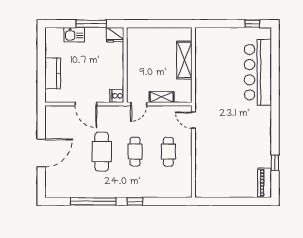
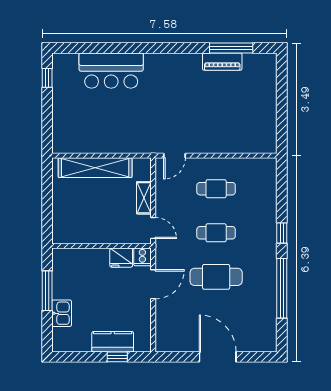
fridge: (115, 35) -> (121, 258), moved, turned 90
shelving: (184, 60) -> (95, 168), width x1.47
bar counter: (258, 72) -> (111, 71), width x0.73
window: (41, 77) -> (117, 357), added
door: (86, 104) -> (153, 284), moved
window: (275, 163) -> (231, 48), width x2.17
piano: (265, 183) -> (222, 62), moved

